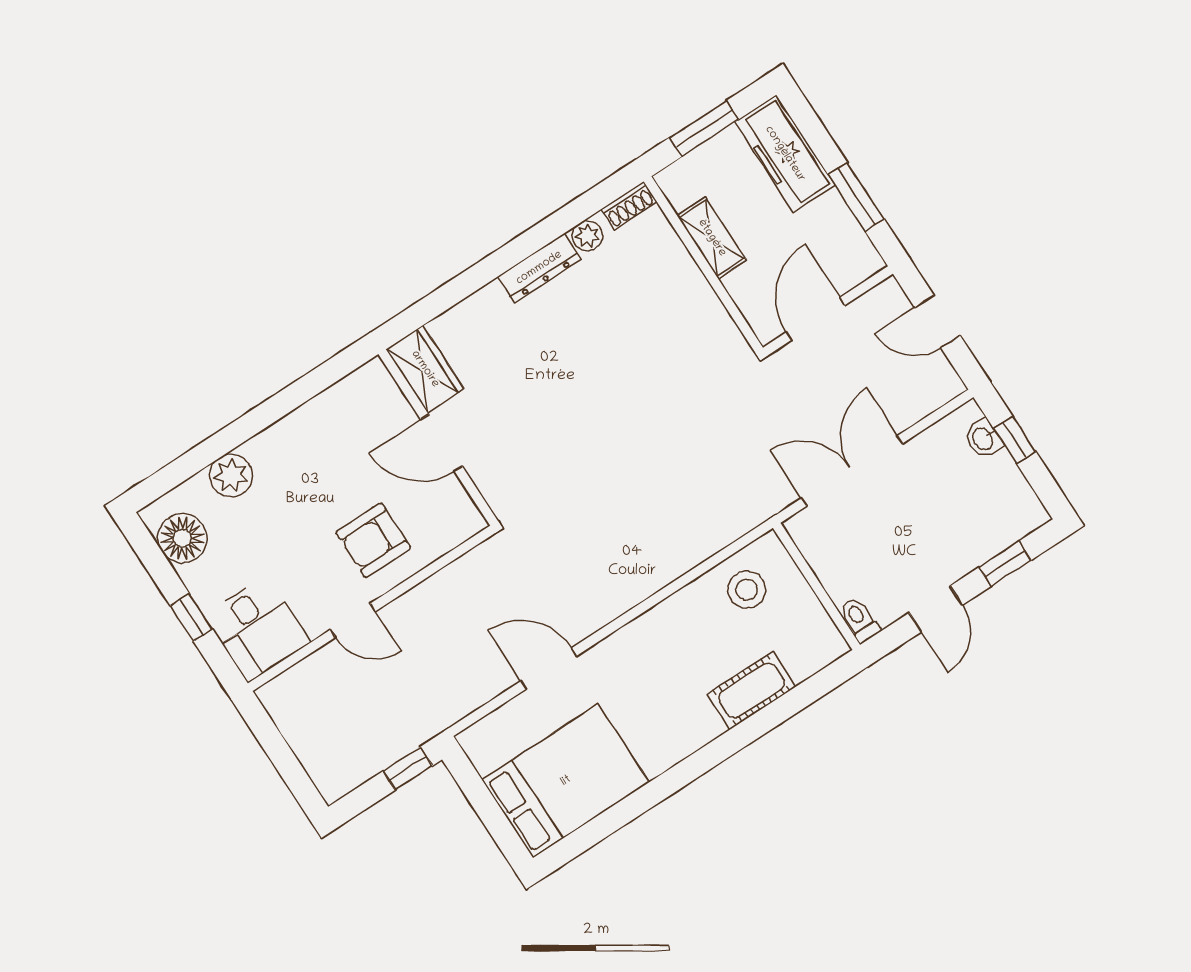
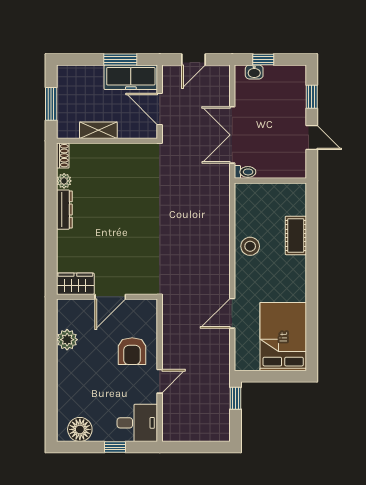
freezer: (785, 154) -> (131, 77), moved
plant: (231, 476) -> (67, 340), moved
stool: (747, 590) -> (250, 246), moved
toilet: (859, 620) -> (245, 172), moved, turned 180

